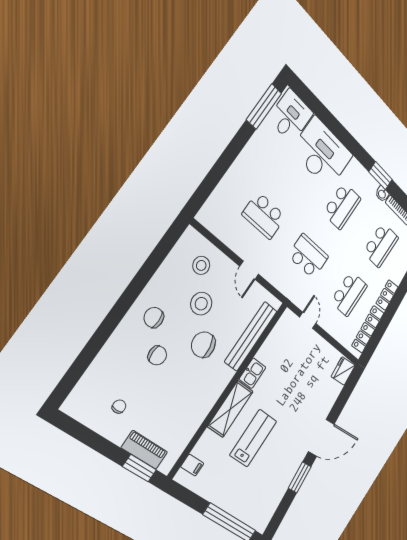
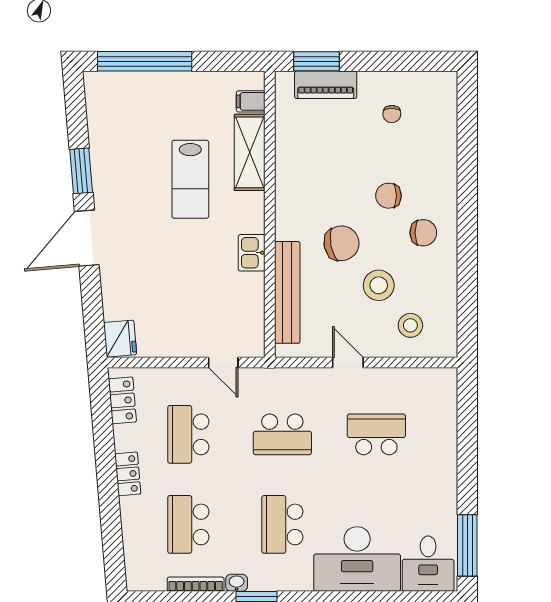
locker: (368, 329) -> (122, 400), width x0.66
shelving: (230, 409) -> (250, 152), moved

